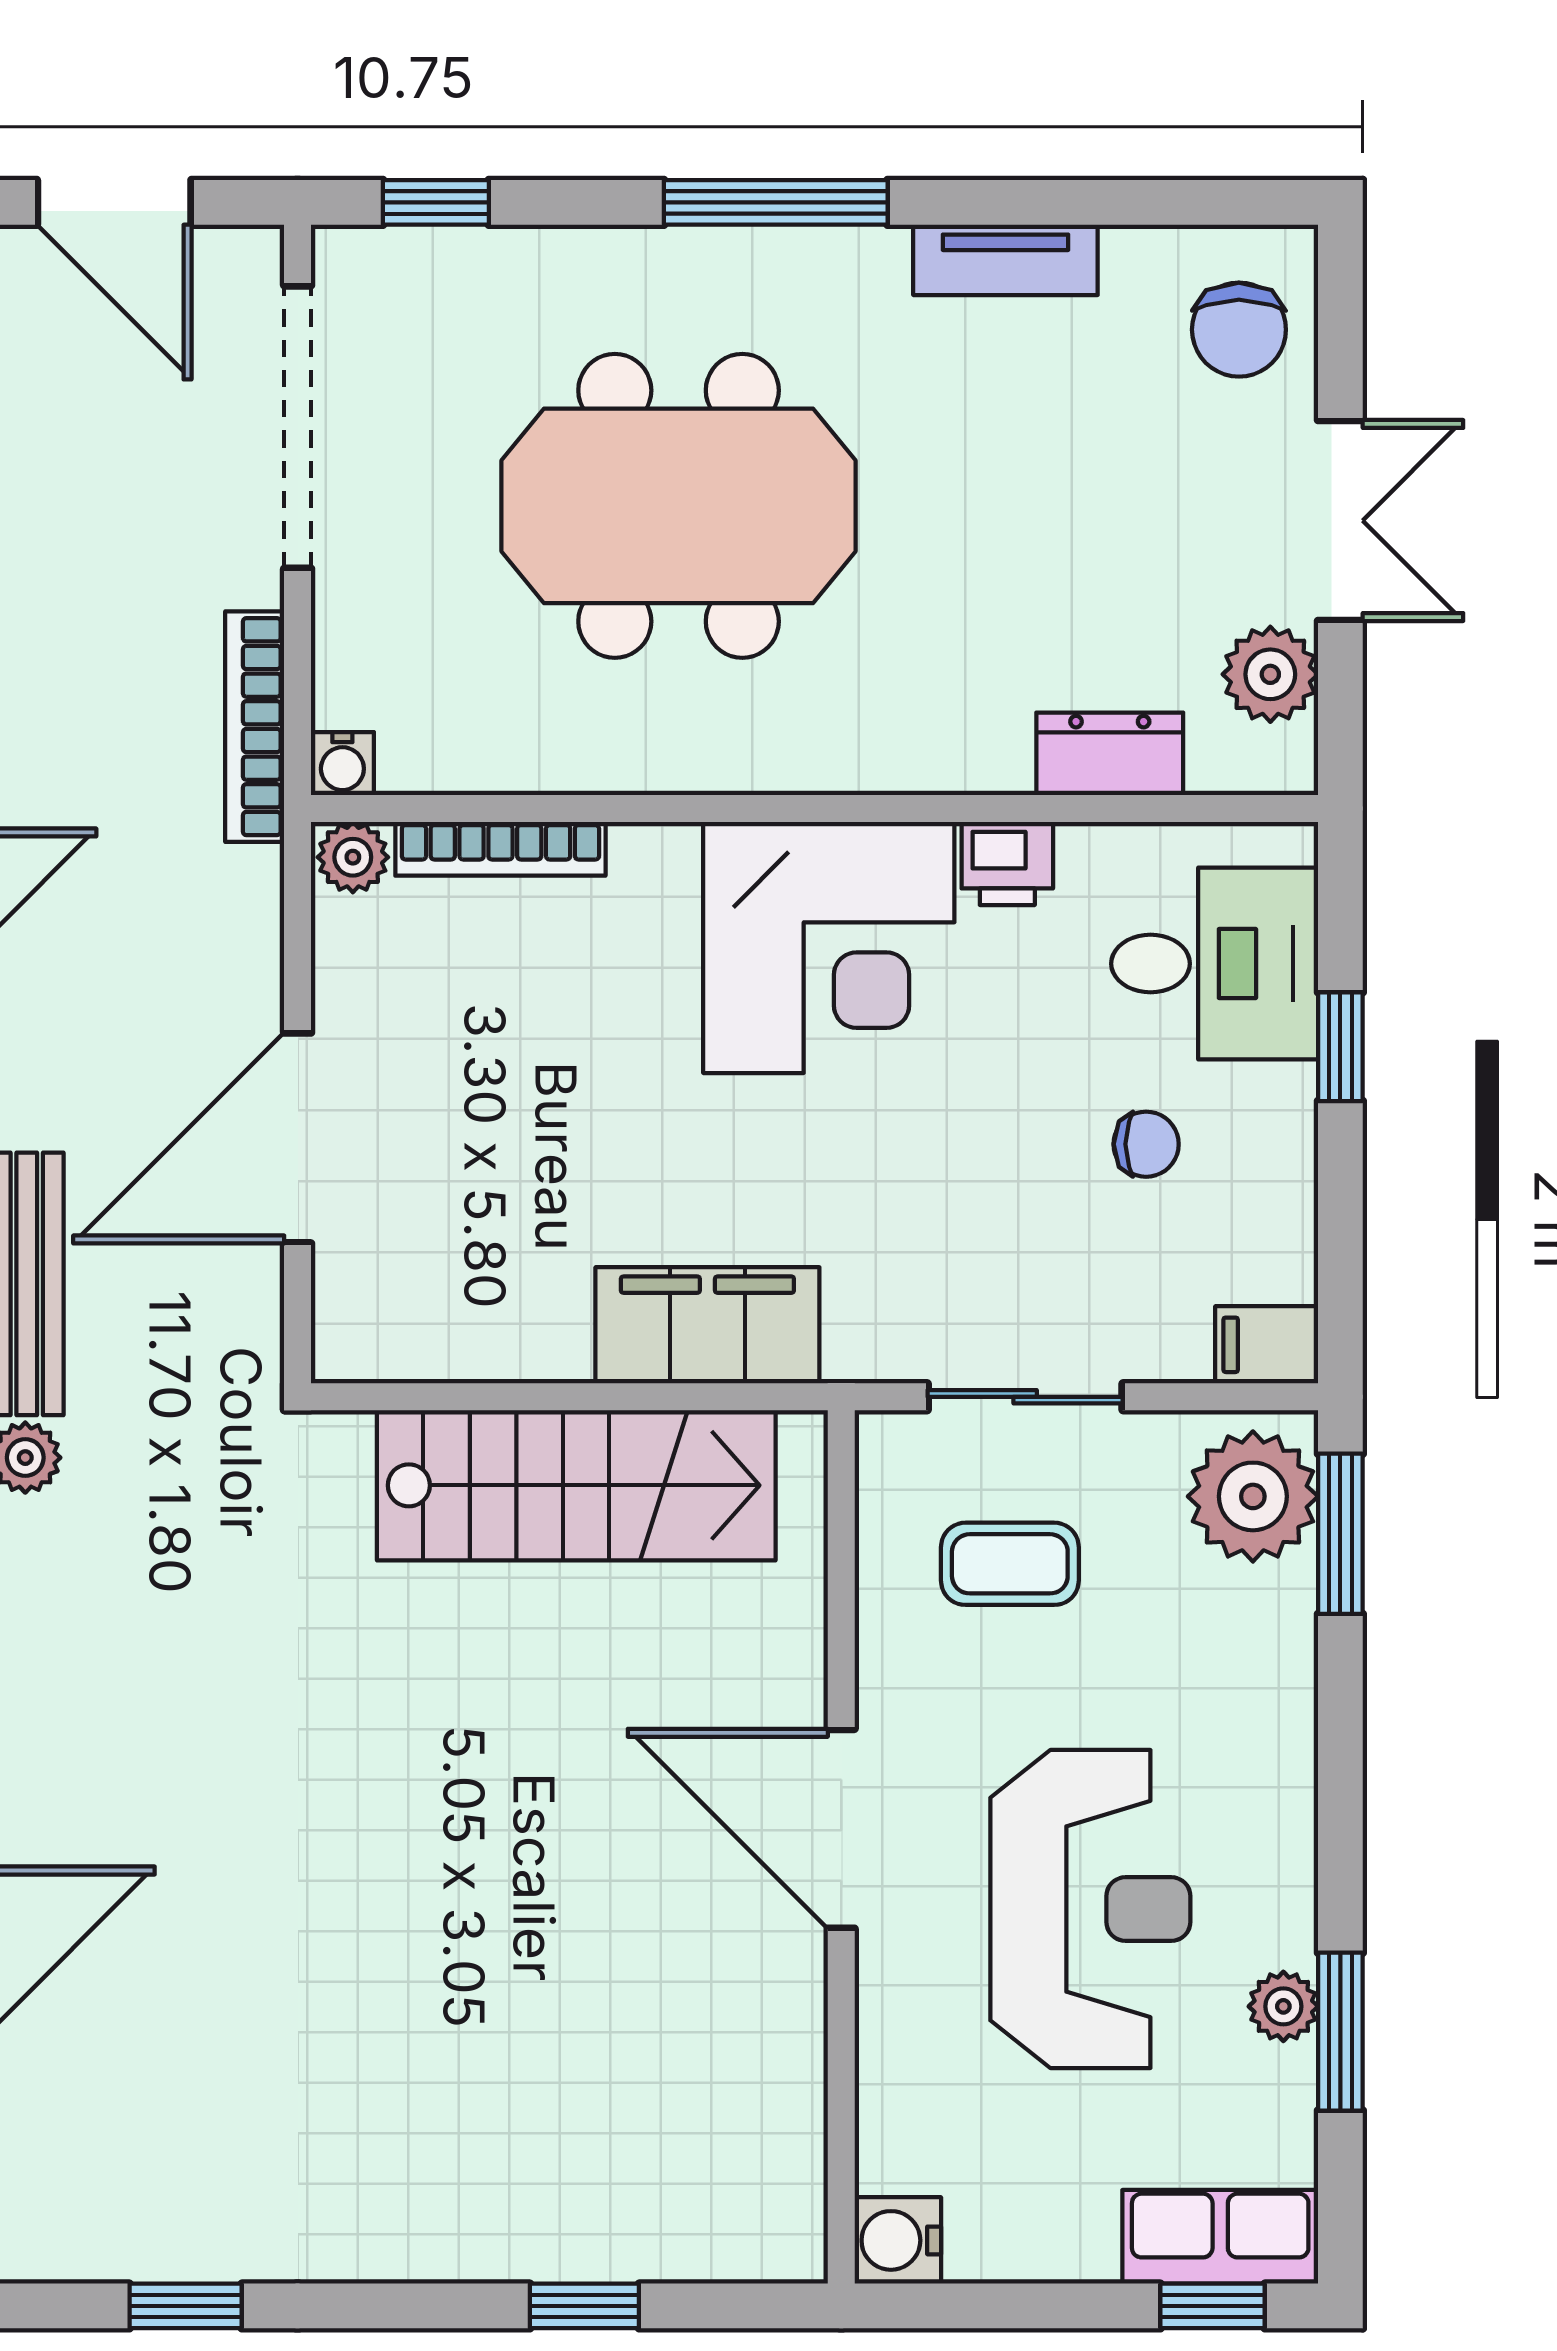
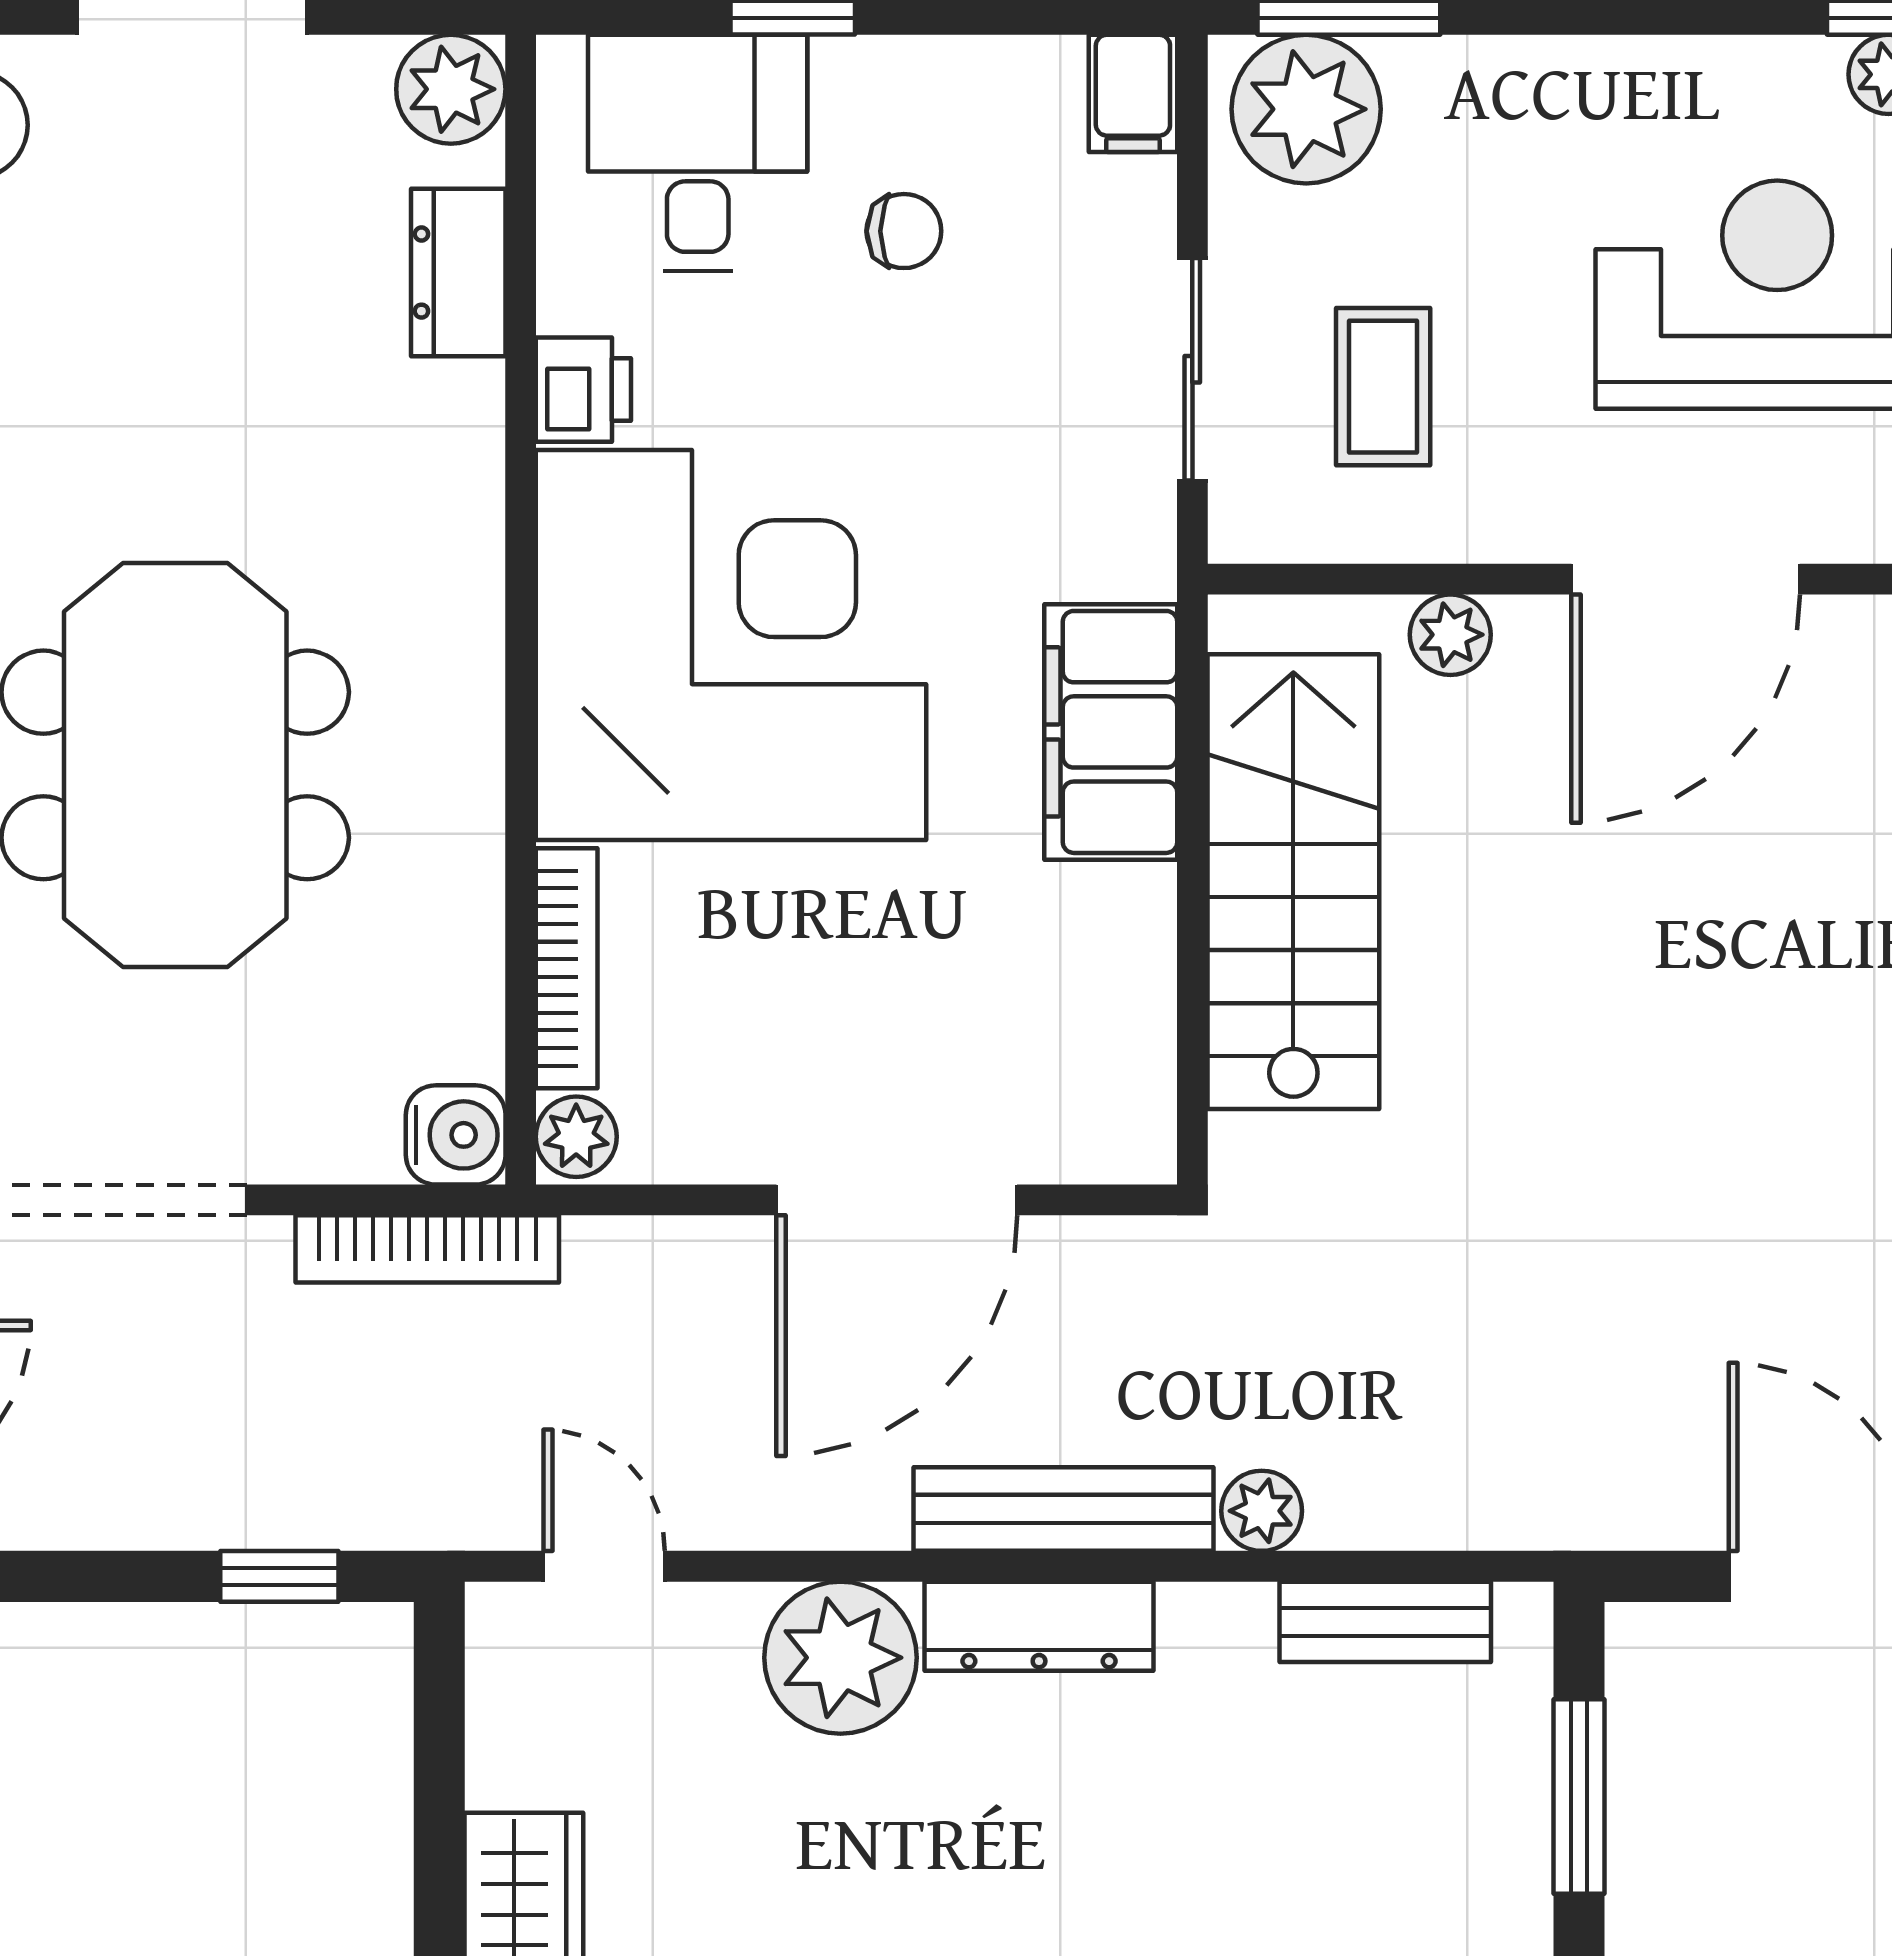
plant: (1270, 674) -> (451, 89), moved
water cooler: (342, 764) -> (456, 1135), width x1.38, depth x1.38
corner desk: (829, 947) -> (731, 645), width x1.36, depth x1.36
door: (298, 1138) -> (897, 1200), hinge flipped
chair: (1146, 1144) -> (904, 231), turned 90
plant: (793, 1623) -> (1450, 635), added

